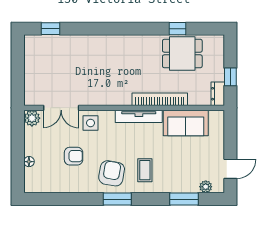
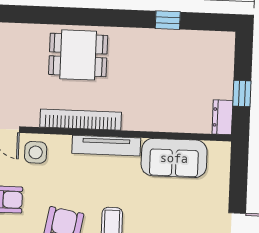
dining table: (182, 54) -> (78, 55), moved
bookcase: (160, 99) -> (81, 120), moved

